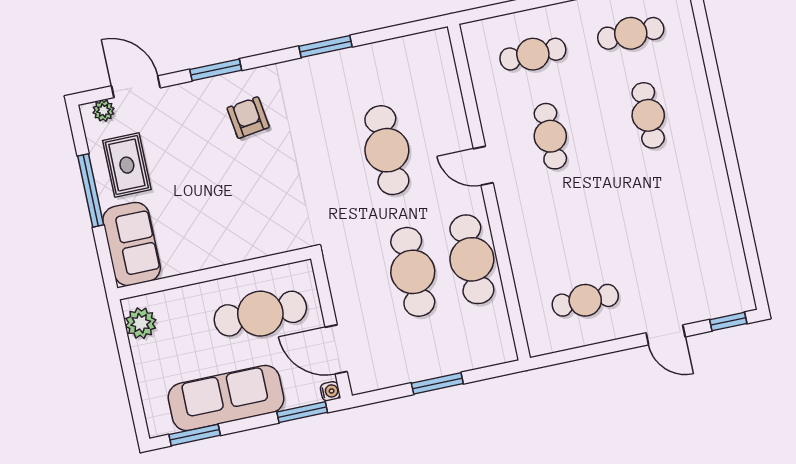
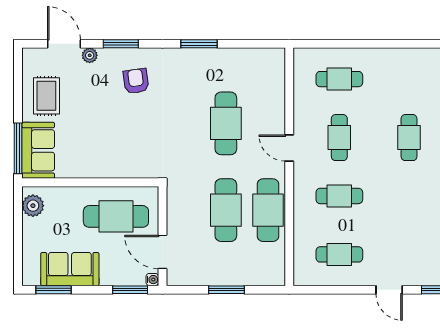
cafe table: (631, 33) -> (339, 196), moved
plant: (104, 111) -> (90, 55), moved
window: (91, 190) -> (18, 148), moved
sofa: (226, 398) -> (70, 269), width x0.73

